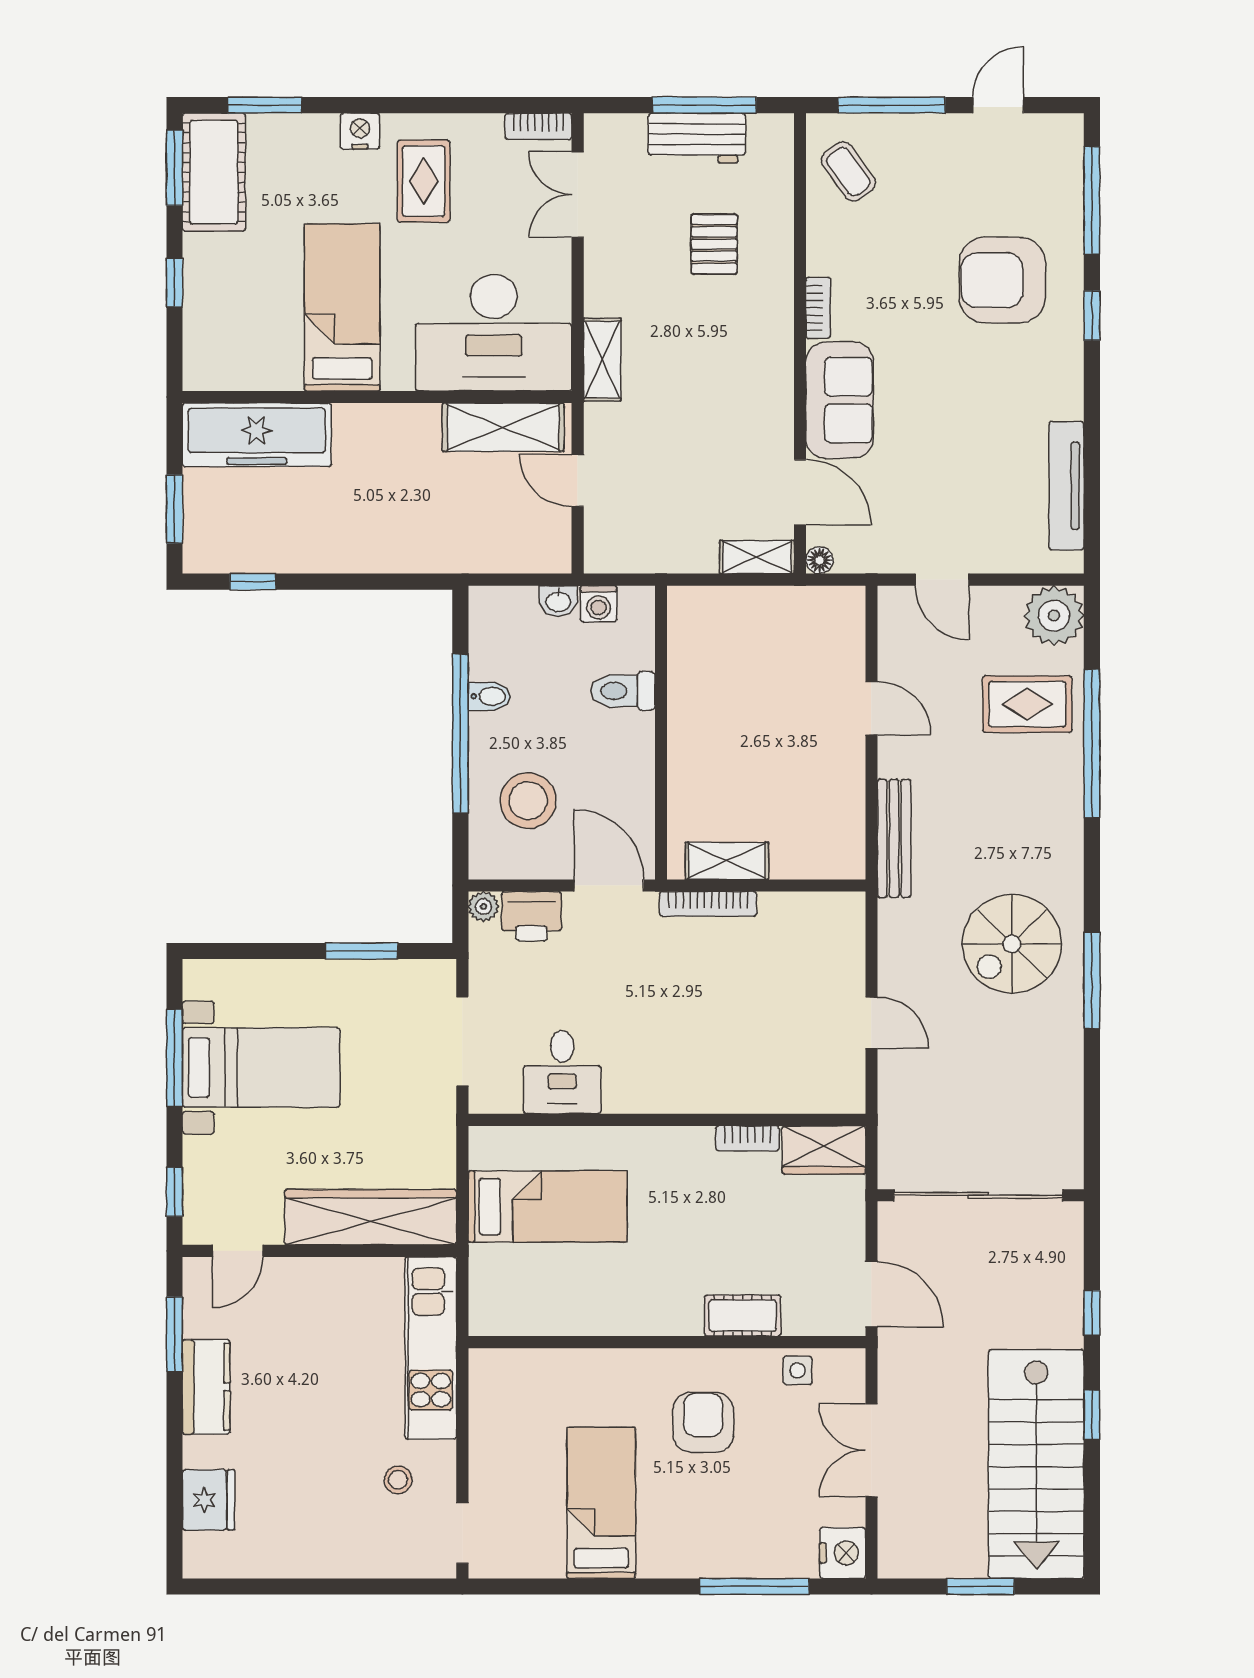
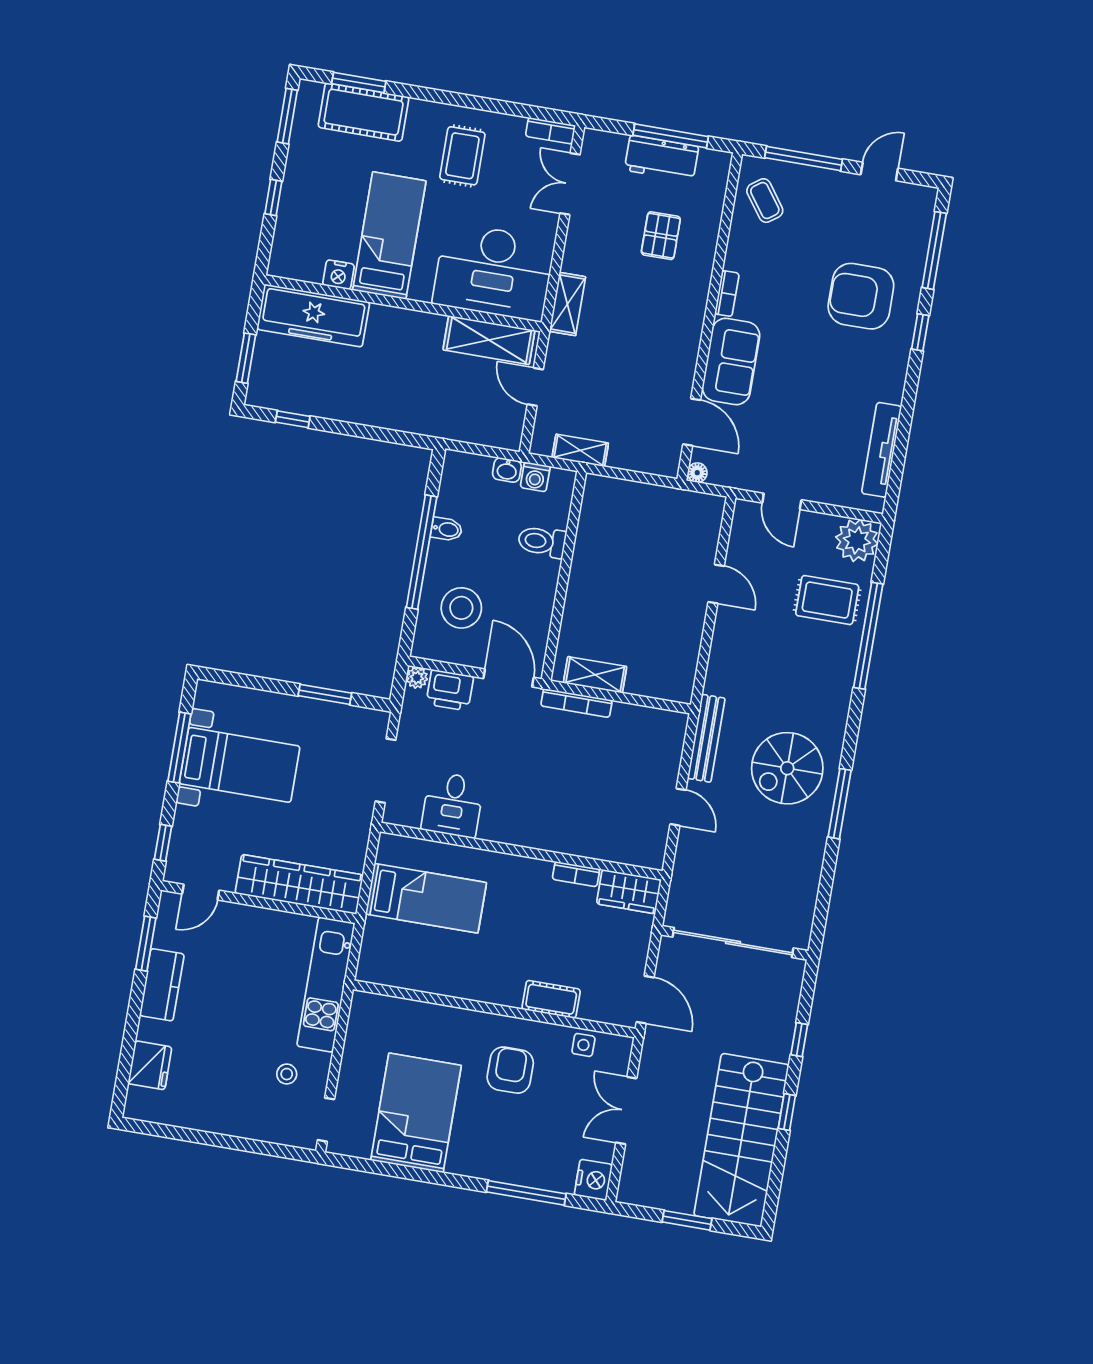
nightstand: (360, 131) -> (338, 275), moved, turned 180
cot: (214, 172) -> (364, 112), moved, turned 90
shelving: (757, 557) -> (580, 450), moved
bench: (894, 838) -> (706, 738), moved
bed: (601, 1503) -> (416, 1113), width x1.50

